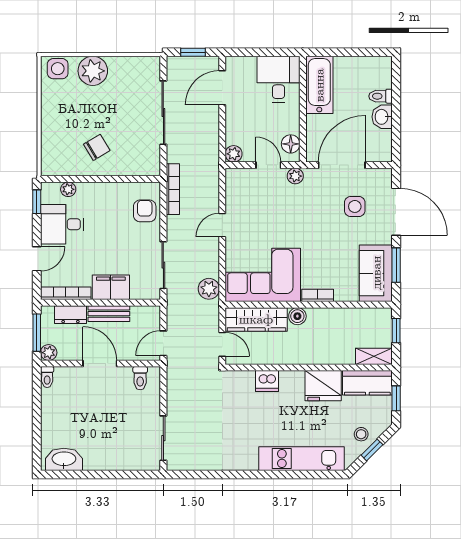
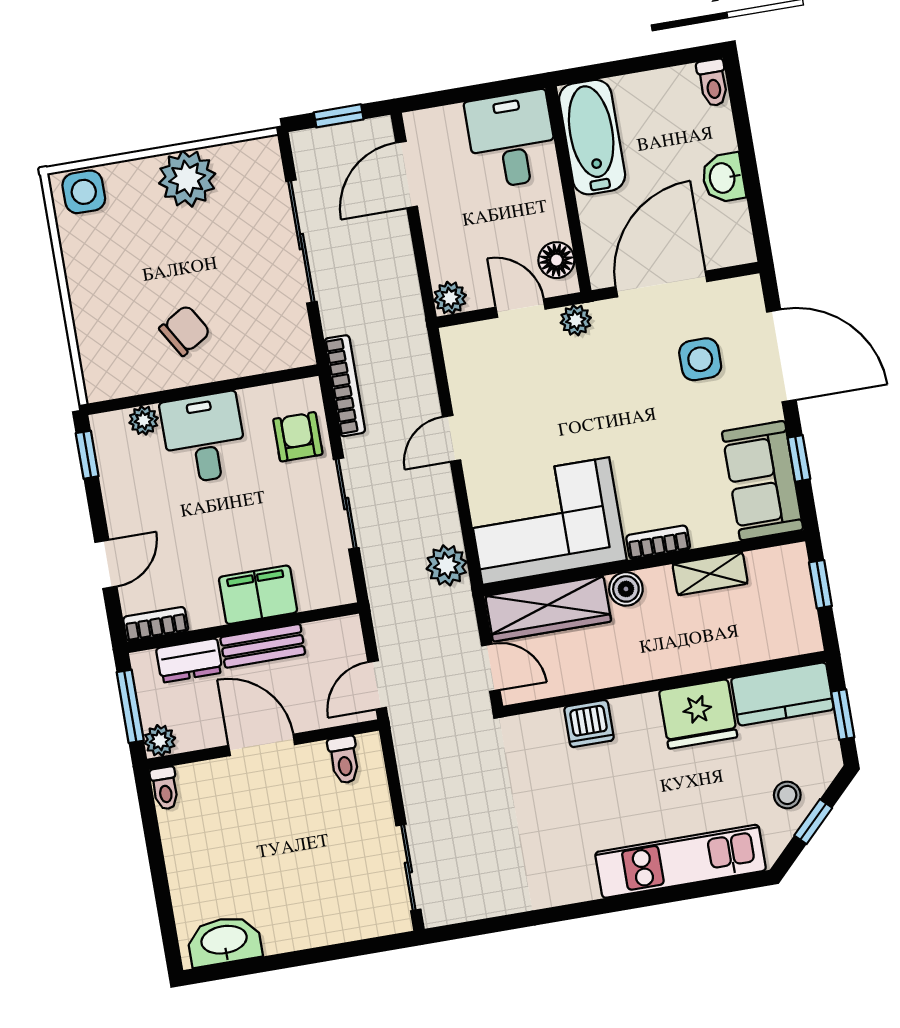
plant: (93, 71) -> (187, 179), moved
toilet: (381, 96) -> (713, 83), moved, turned -90
desk: (62, 224) -> (204, 438), moved, turned 90
sliding door: (163, 265) -> (346, 504), moved
window: (396, 265) -> (799, 458), width x0.67
bookcase: (66, 293) -> (156, 624), width x0.64
shelving: (374, 356) -> (710, 574), moved

